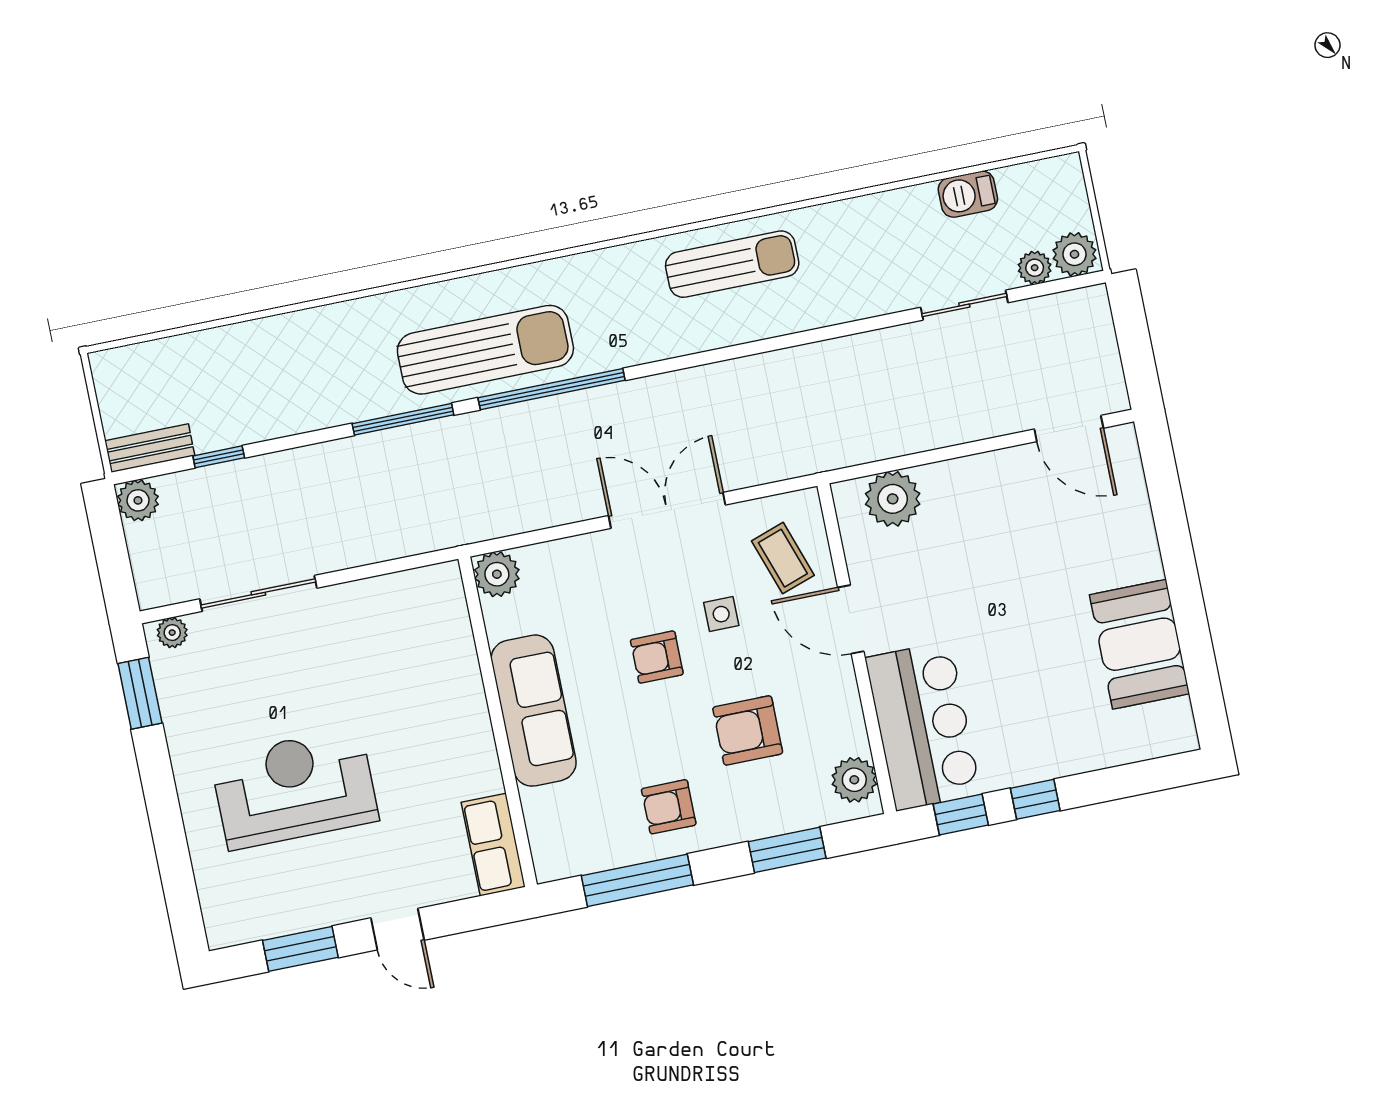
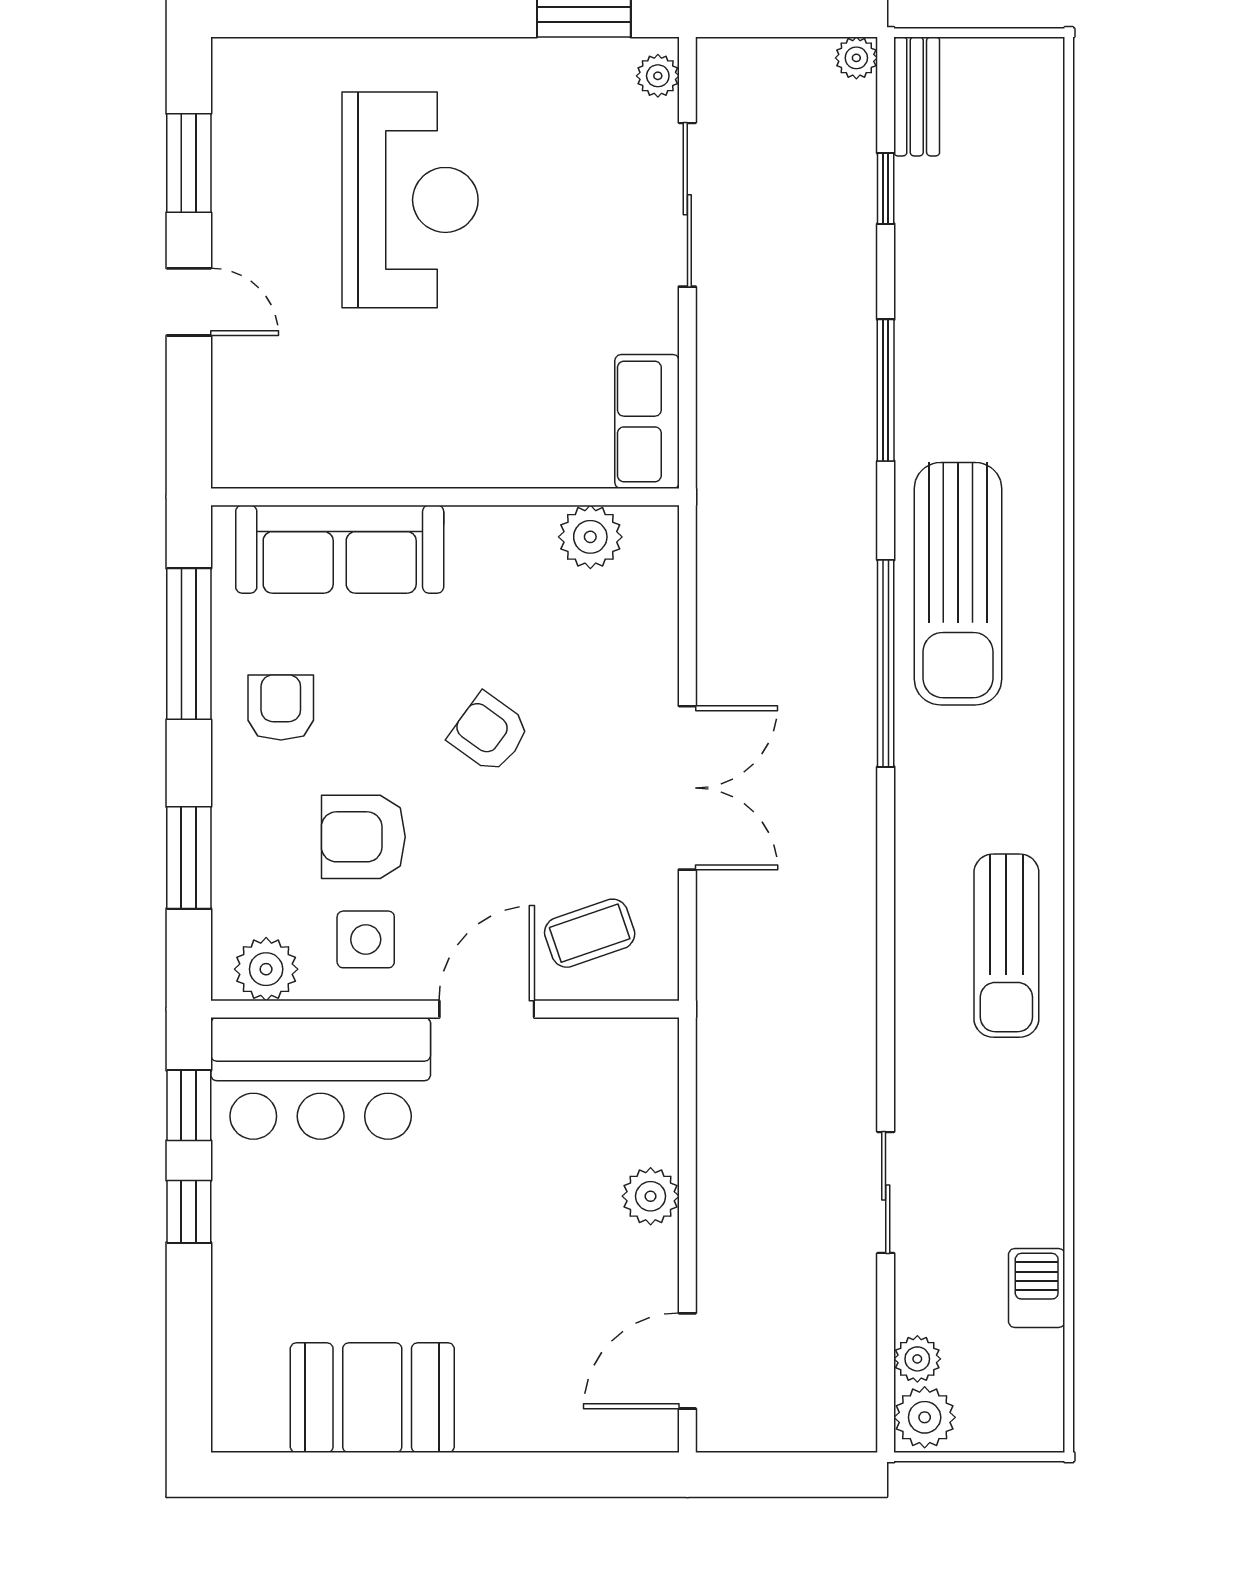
sliding door: (964, 305) -> (886, 1193), moved
window: (403, 419) -> (886, 390), moved
plant: (893, 499) -> (651, 1196), moved, width x0.73, depth x0.73
plant: (138, 500) -> (856, 58), width x0.73, depth x0.73
plant: (497, 574) -> (590, 537), moved
side table: (721, 614) -> (366, 939), moved, width x1.37, depth x1.37
armchair: (657, 657) -> (489, 733), turned -54
sofa: (534, 711) -> (340, 549), moved
armchair: (748, 730) -> (363, 837), turned -90
row of seats: (493, 845) -> (647, 422), moved, turned -90
door: (398, 929) -> (189, 302), swing flipped

